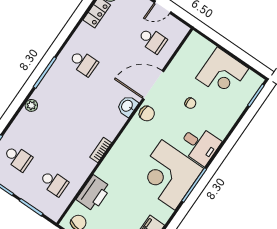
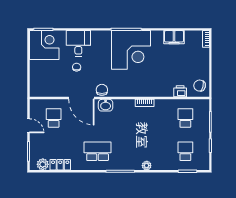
school desk: (83, 63) -> (98, 151), width x1.85
corner desk: (222, 73) -> (44, 45), moved
desk: (200, 145) -> (78, 43), moved
printer: (94, 193) -> (180, 91), width x0.53, depth x0.68

